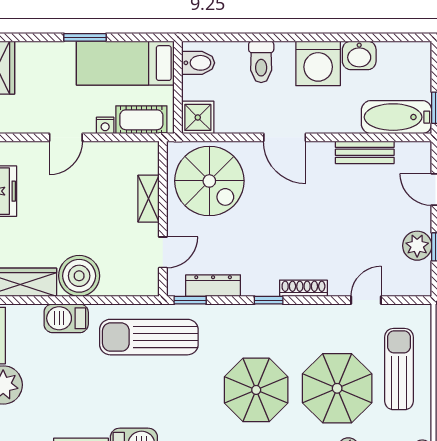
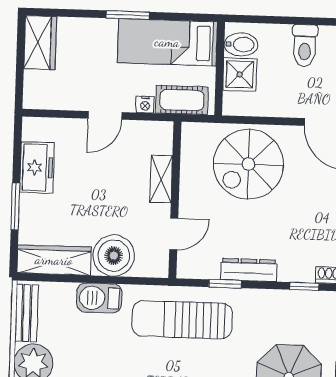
shower: (198, 117) -> (240, 74), moved
spiral stairs: (209, 181) -> (248, 164), turned 90
shelving: (148, 199) -> (161, 179), moved
wall: (163, 219) -> (175, 200), moved
door: (163, 252) -> (174, 234), moved

